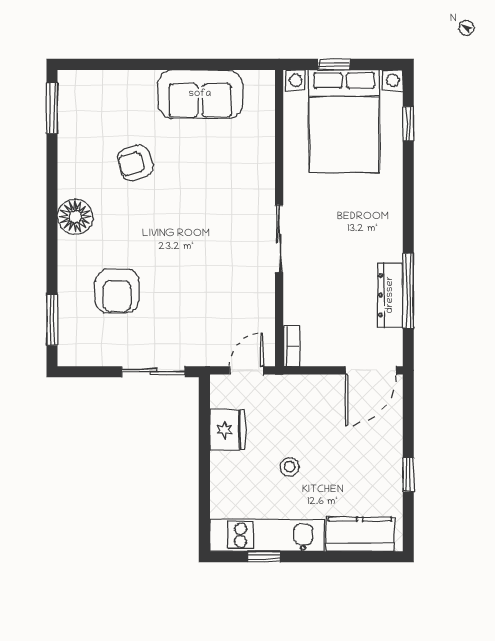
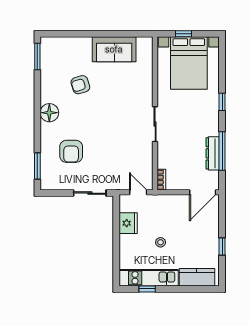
window: (408, 124) -> (222, 102), moved
door: (246, 370) -> (138, 192), hinge flipped

